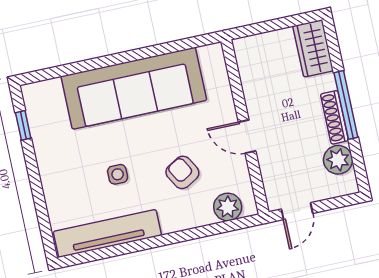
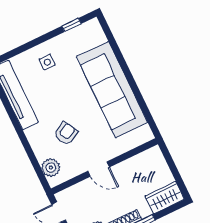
door: (247, 137) -> (99, 169), swing flipped
side table: (118, 174) -> (47, 62), moved

